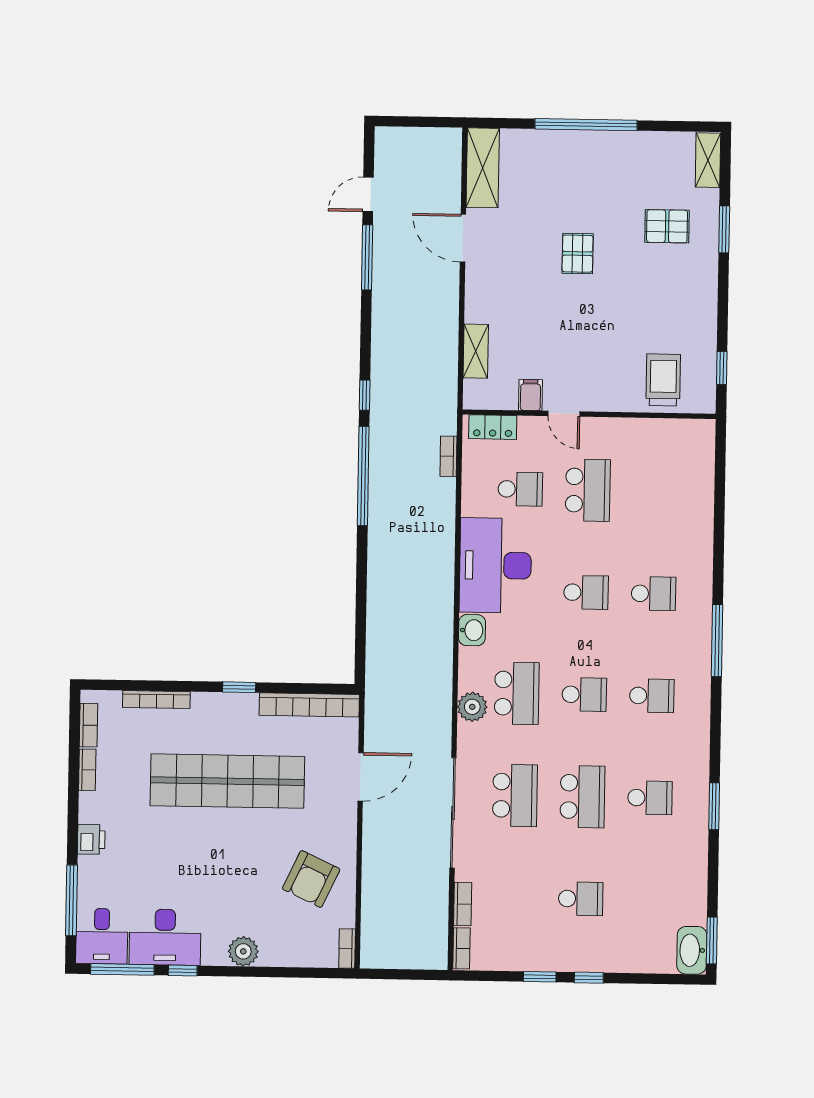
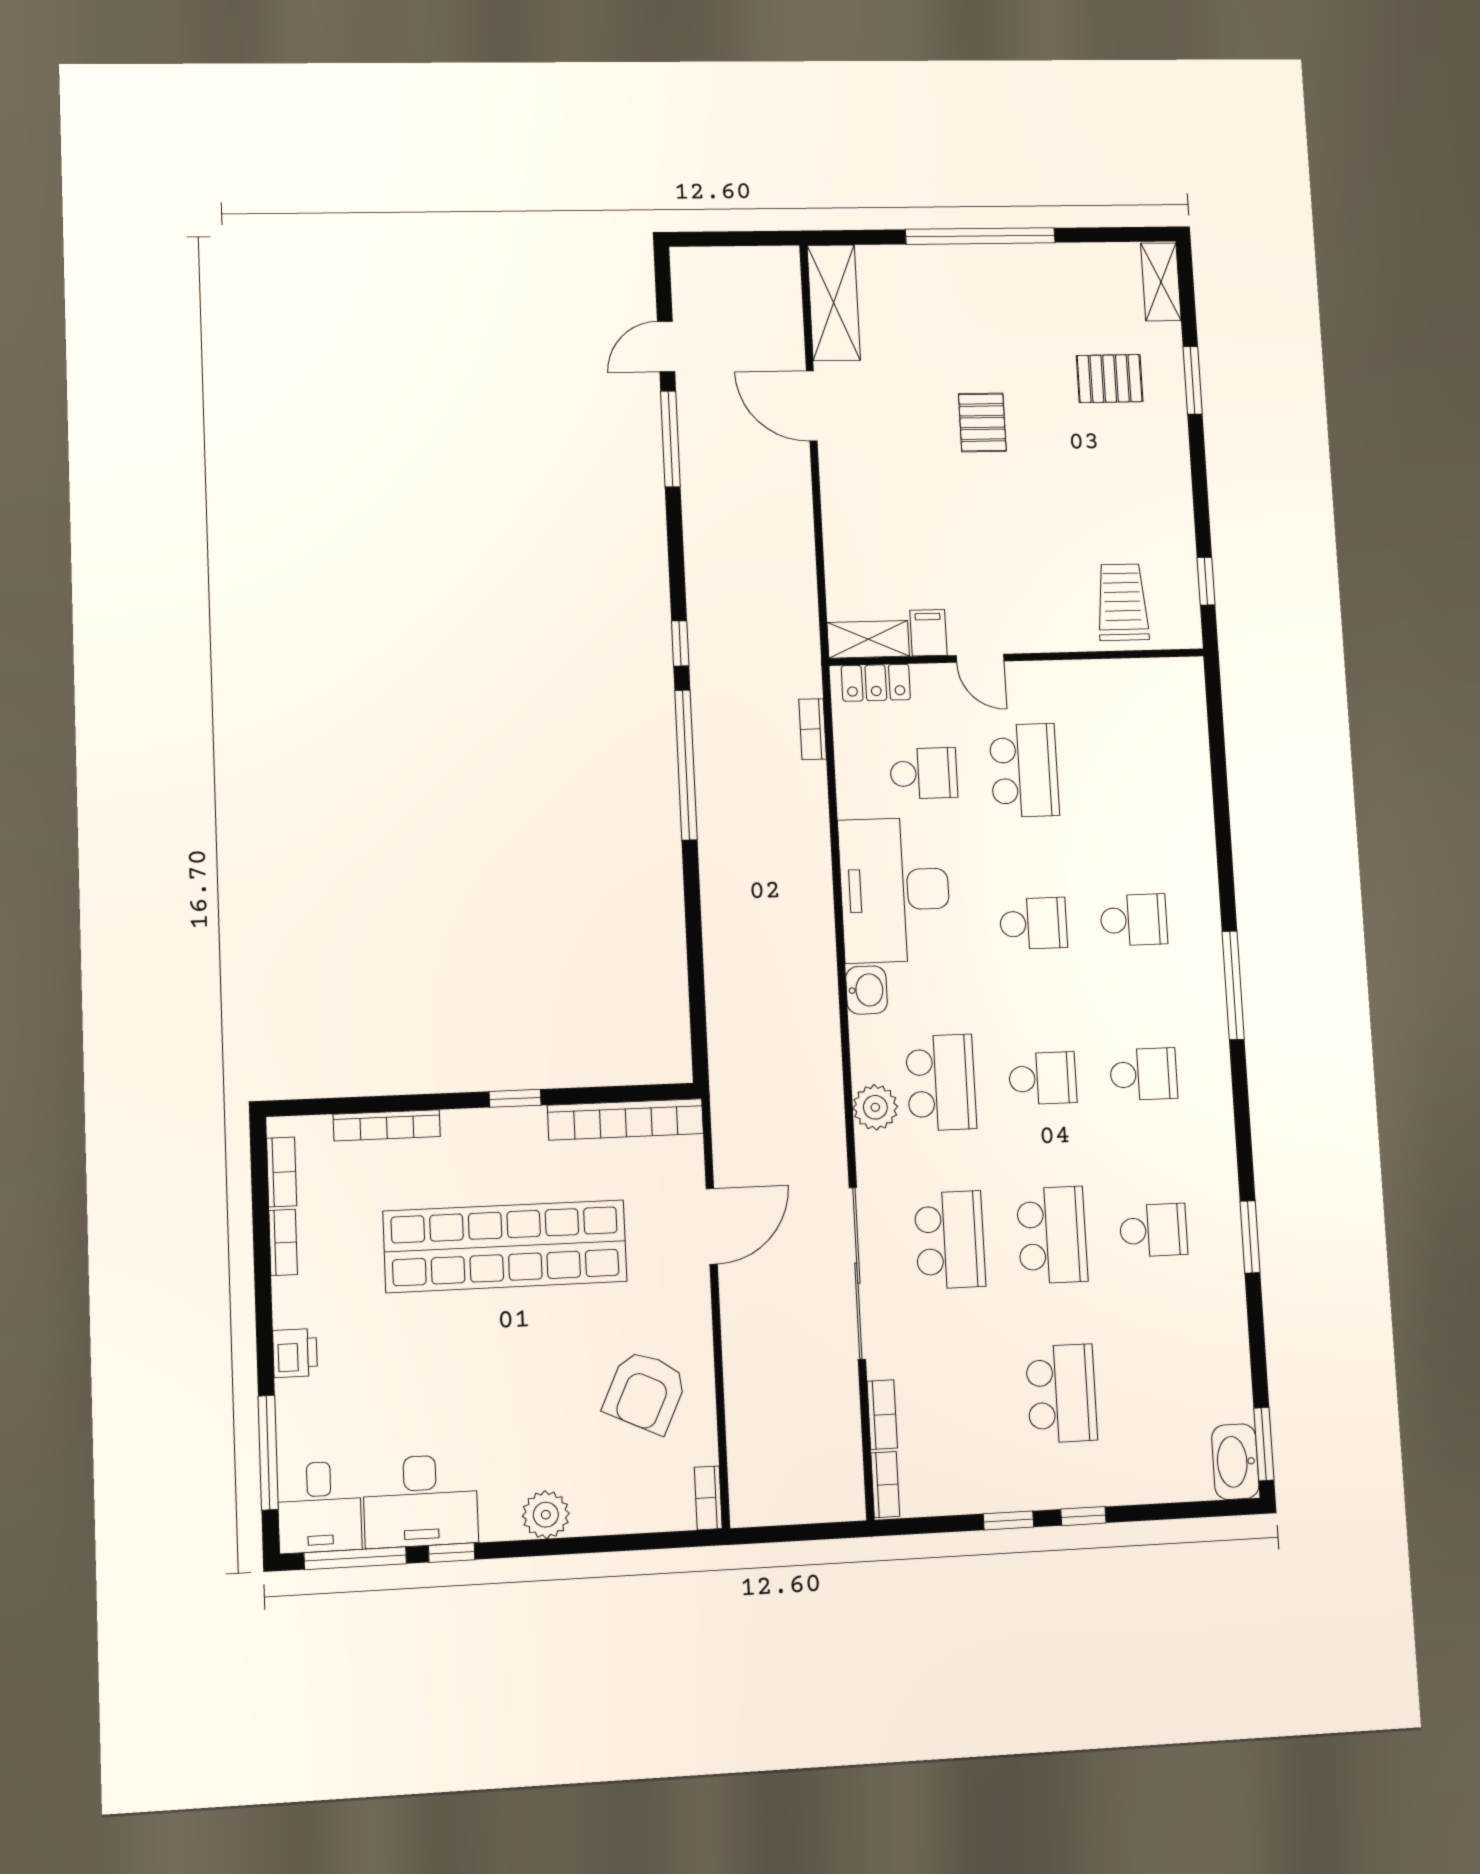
shelving: (476, 351) -> (868, 639), moved, turned 90
school desk: (581, 899) -> (1062, 1394), width x1.85

